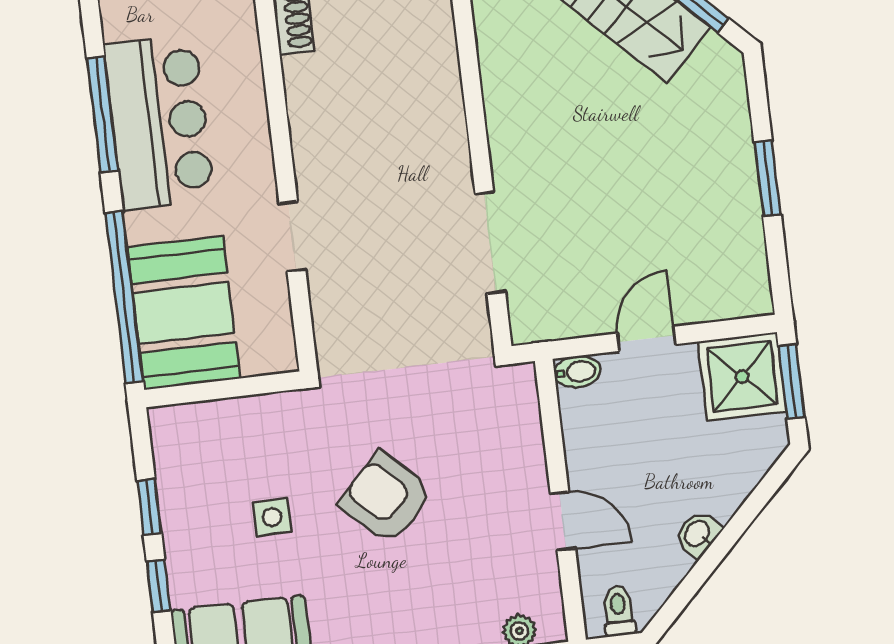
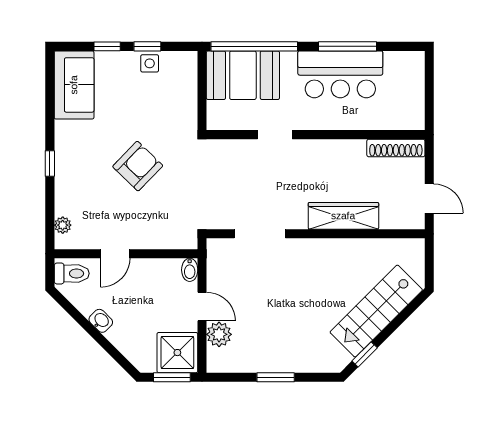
wardrobe: (435, 83) -> (343, 216), added
plant: (697, 299) -> (219, 334), added
side table: (272, 517) -> (150, 63), moved
toilet: (619, 611) -> (72, 273), width x1.37, depth x1.39

